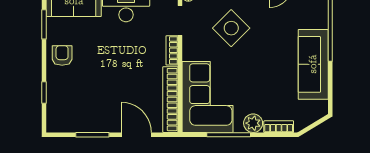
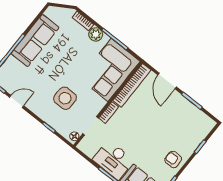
side table: (231, 28) -> (65, 98), turned 45
armchair: (62, 55) -> (173, 159), turned 90

